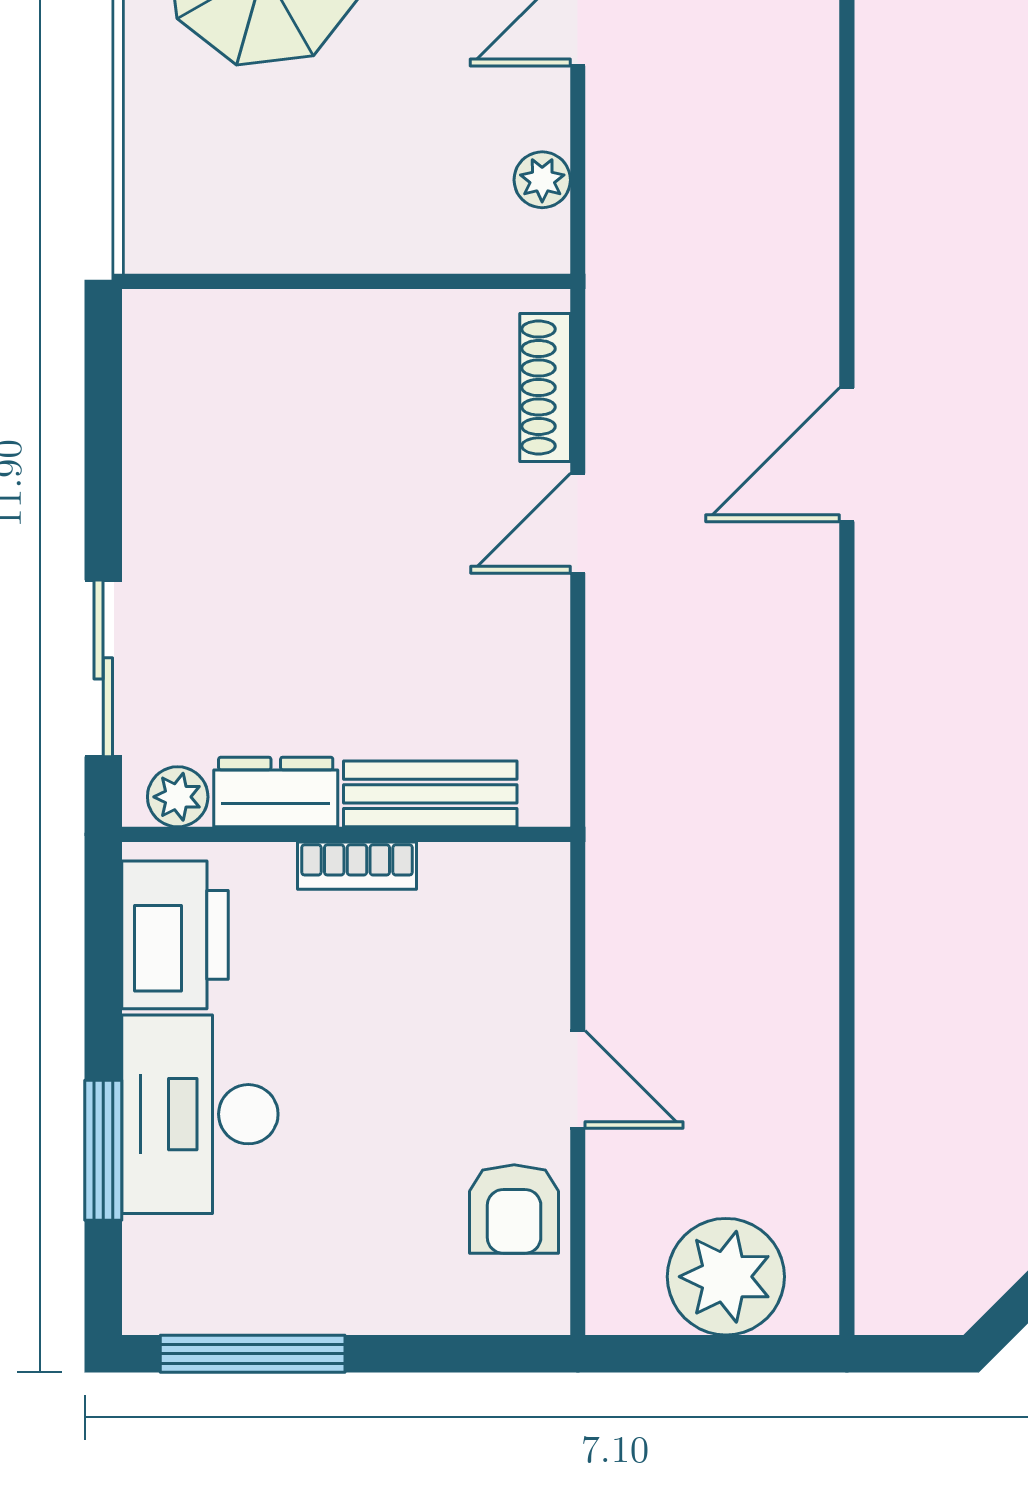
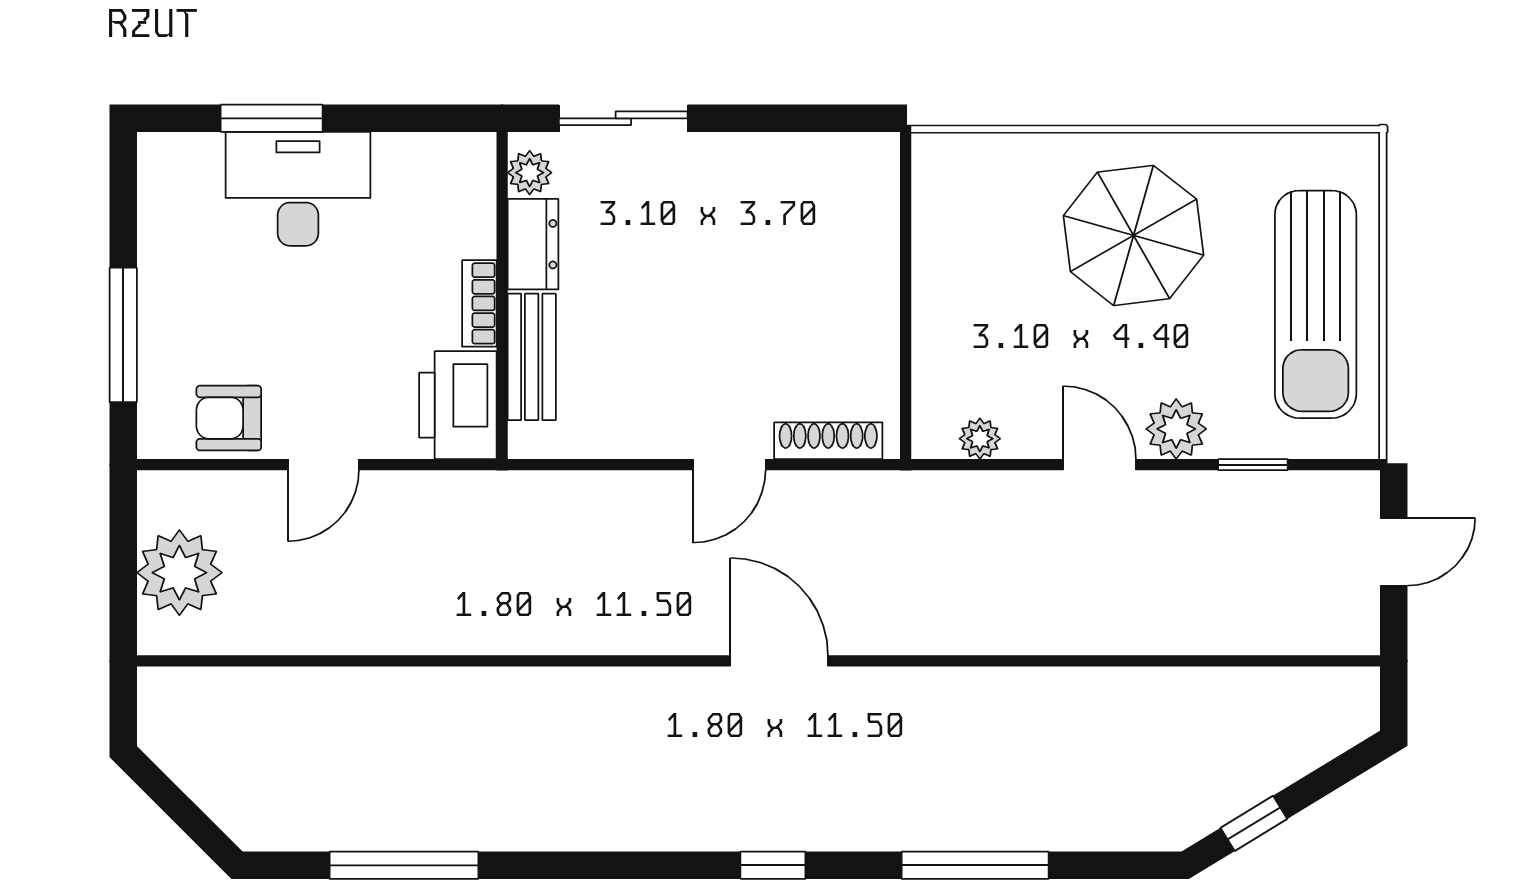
door: (578, 523) -> (729, 465), swing flipped
printer: (175, 935) -> (458, 405), moved, turned 90
window: (253, 1354) -> (123, 335), moved

